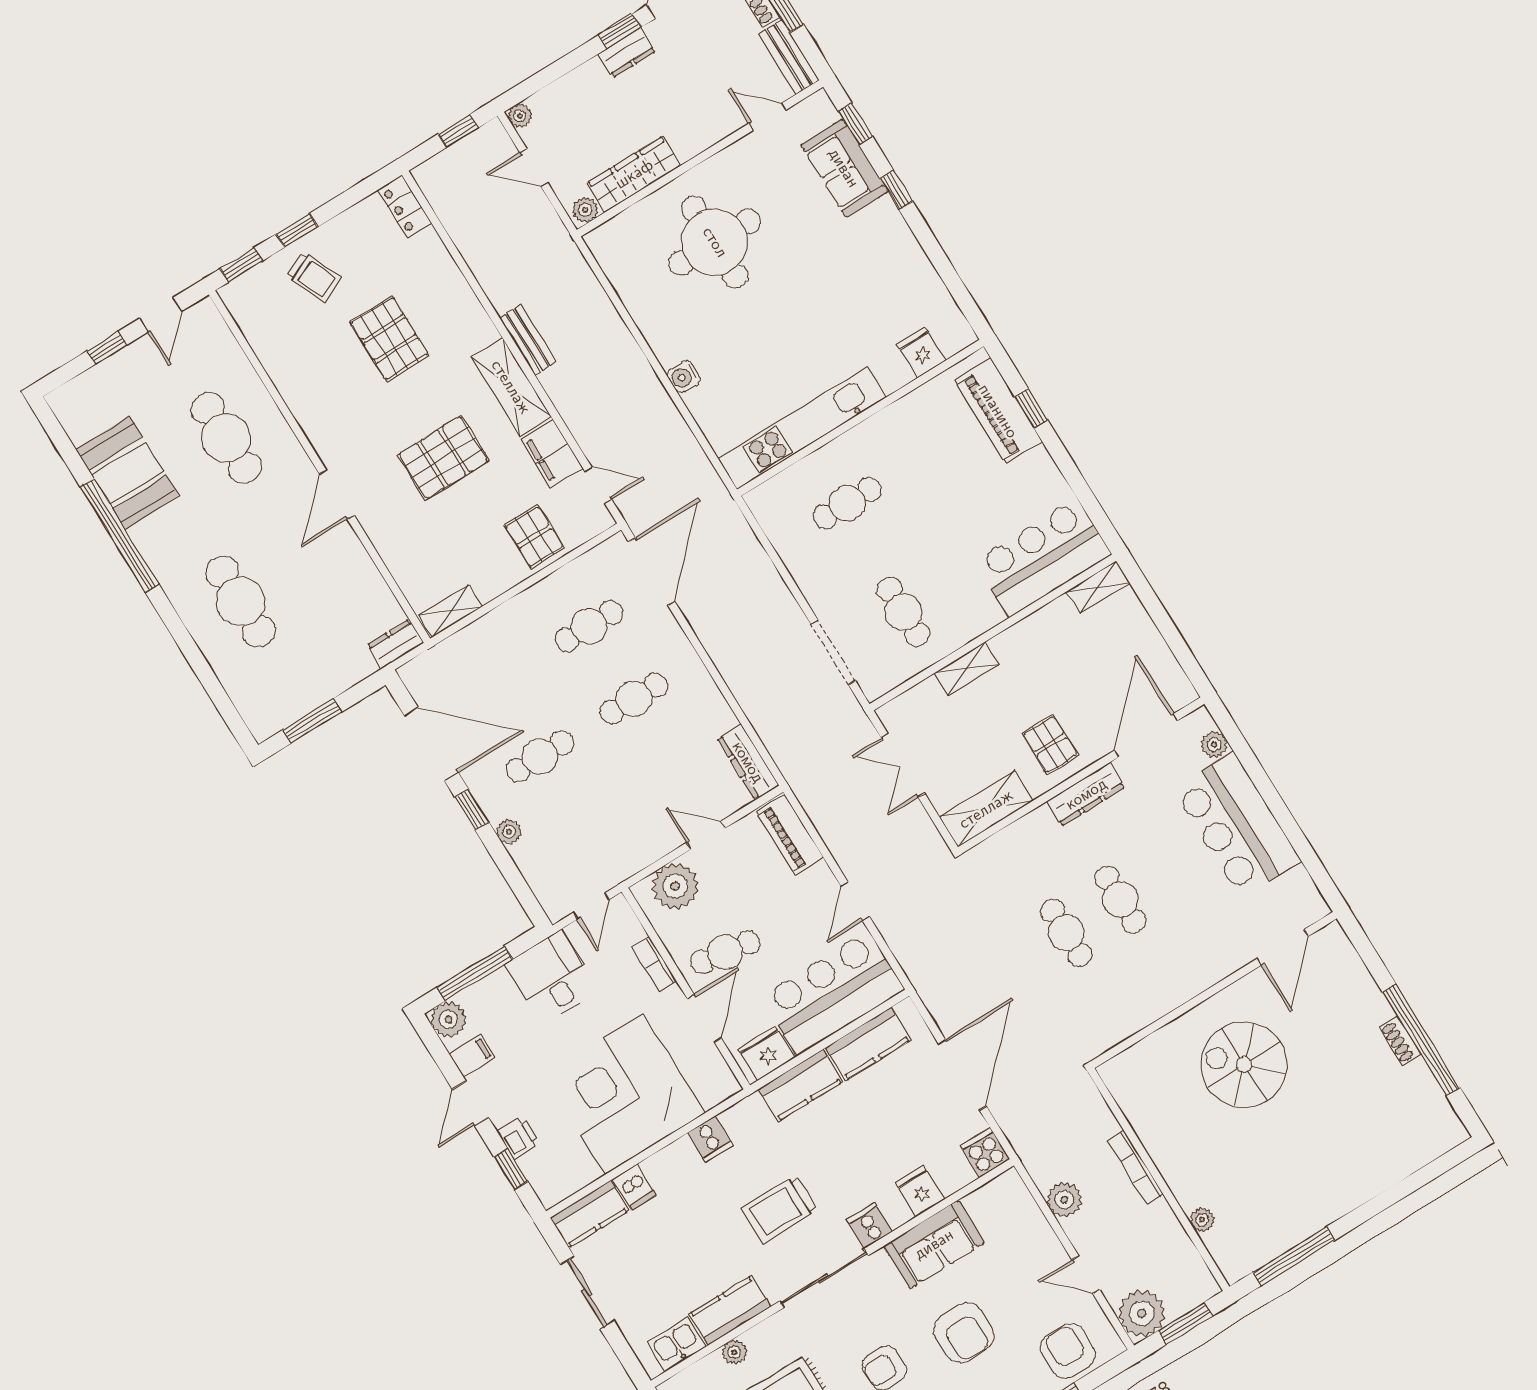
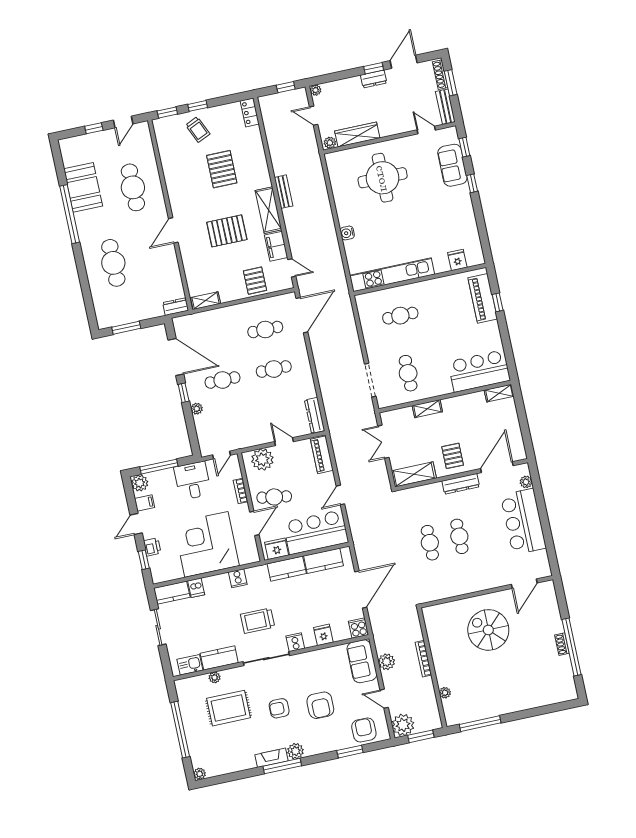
sofa: (934, 1244) -> (362, 661), moved, turned 90

